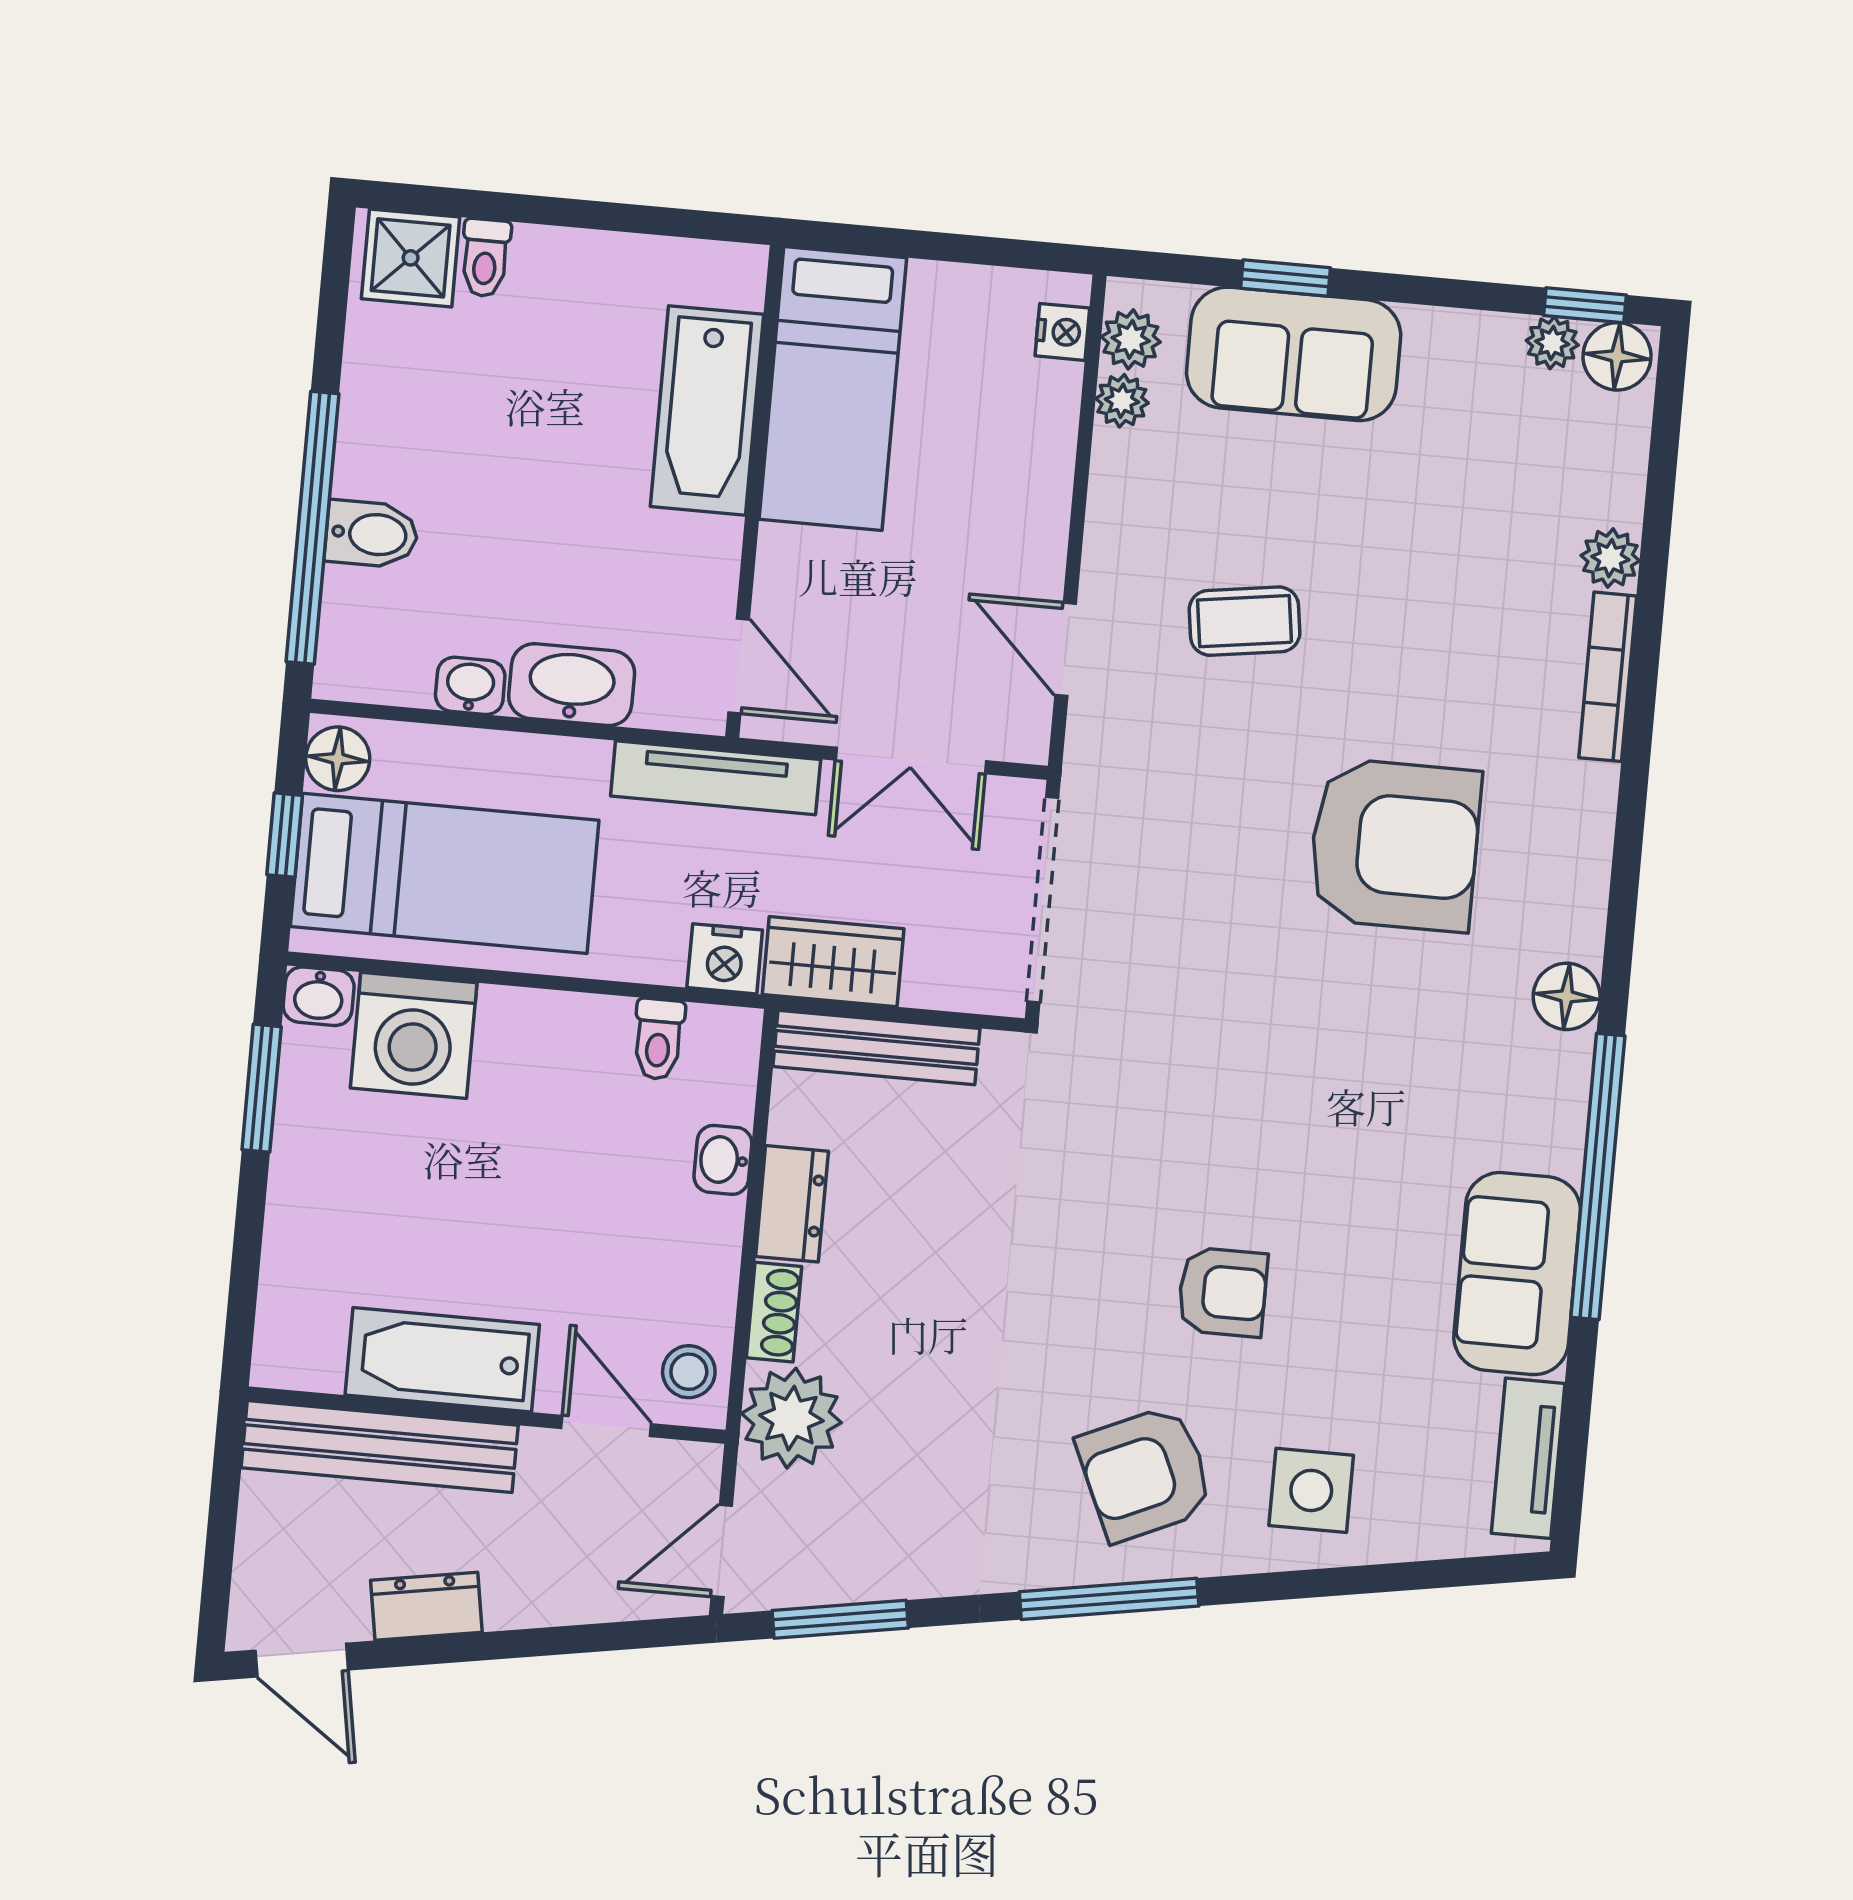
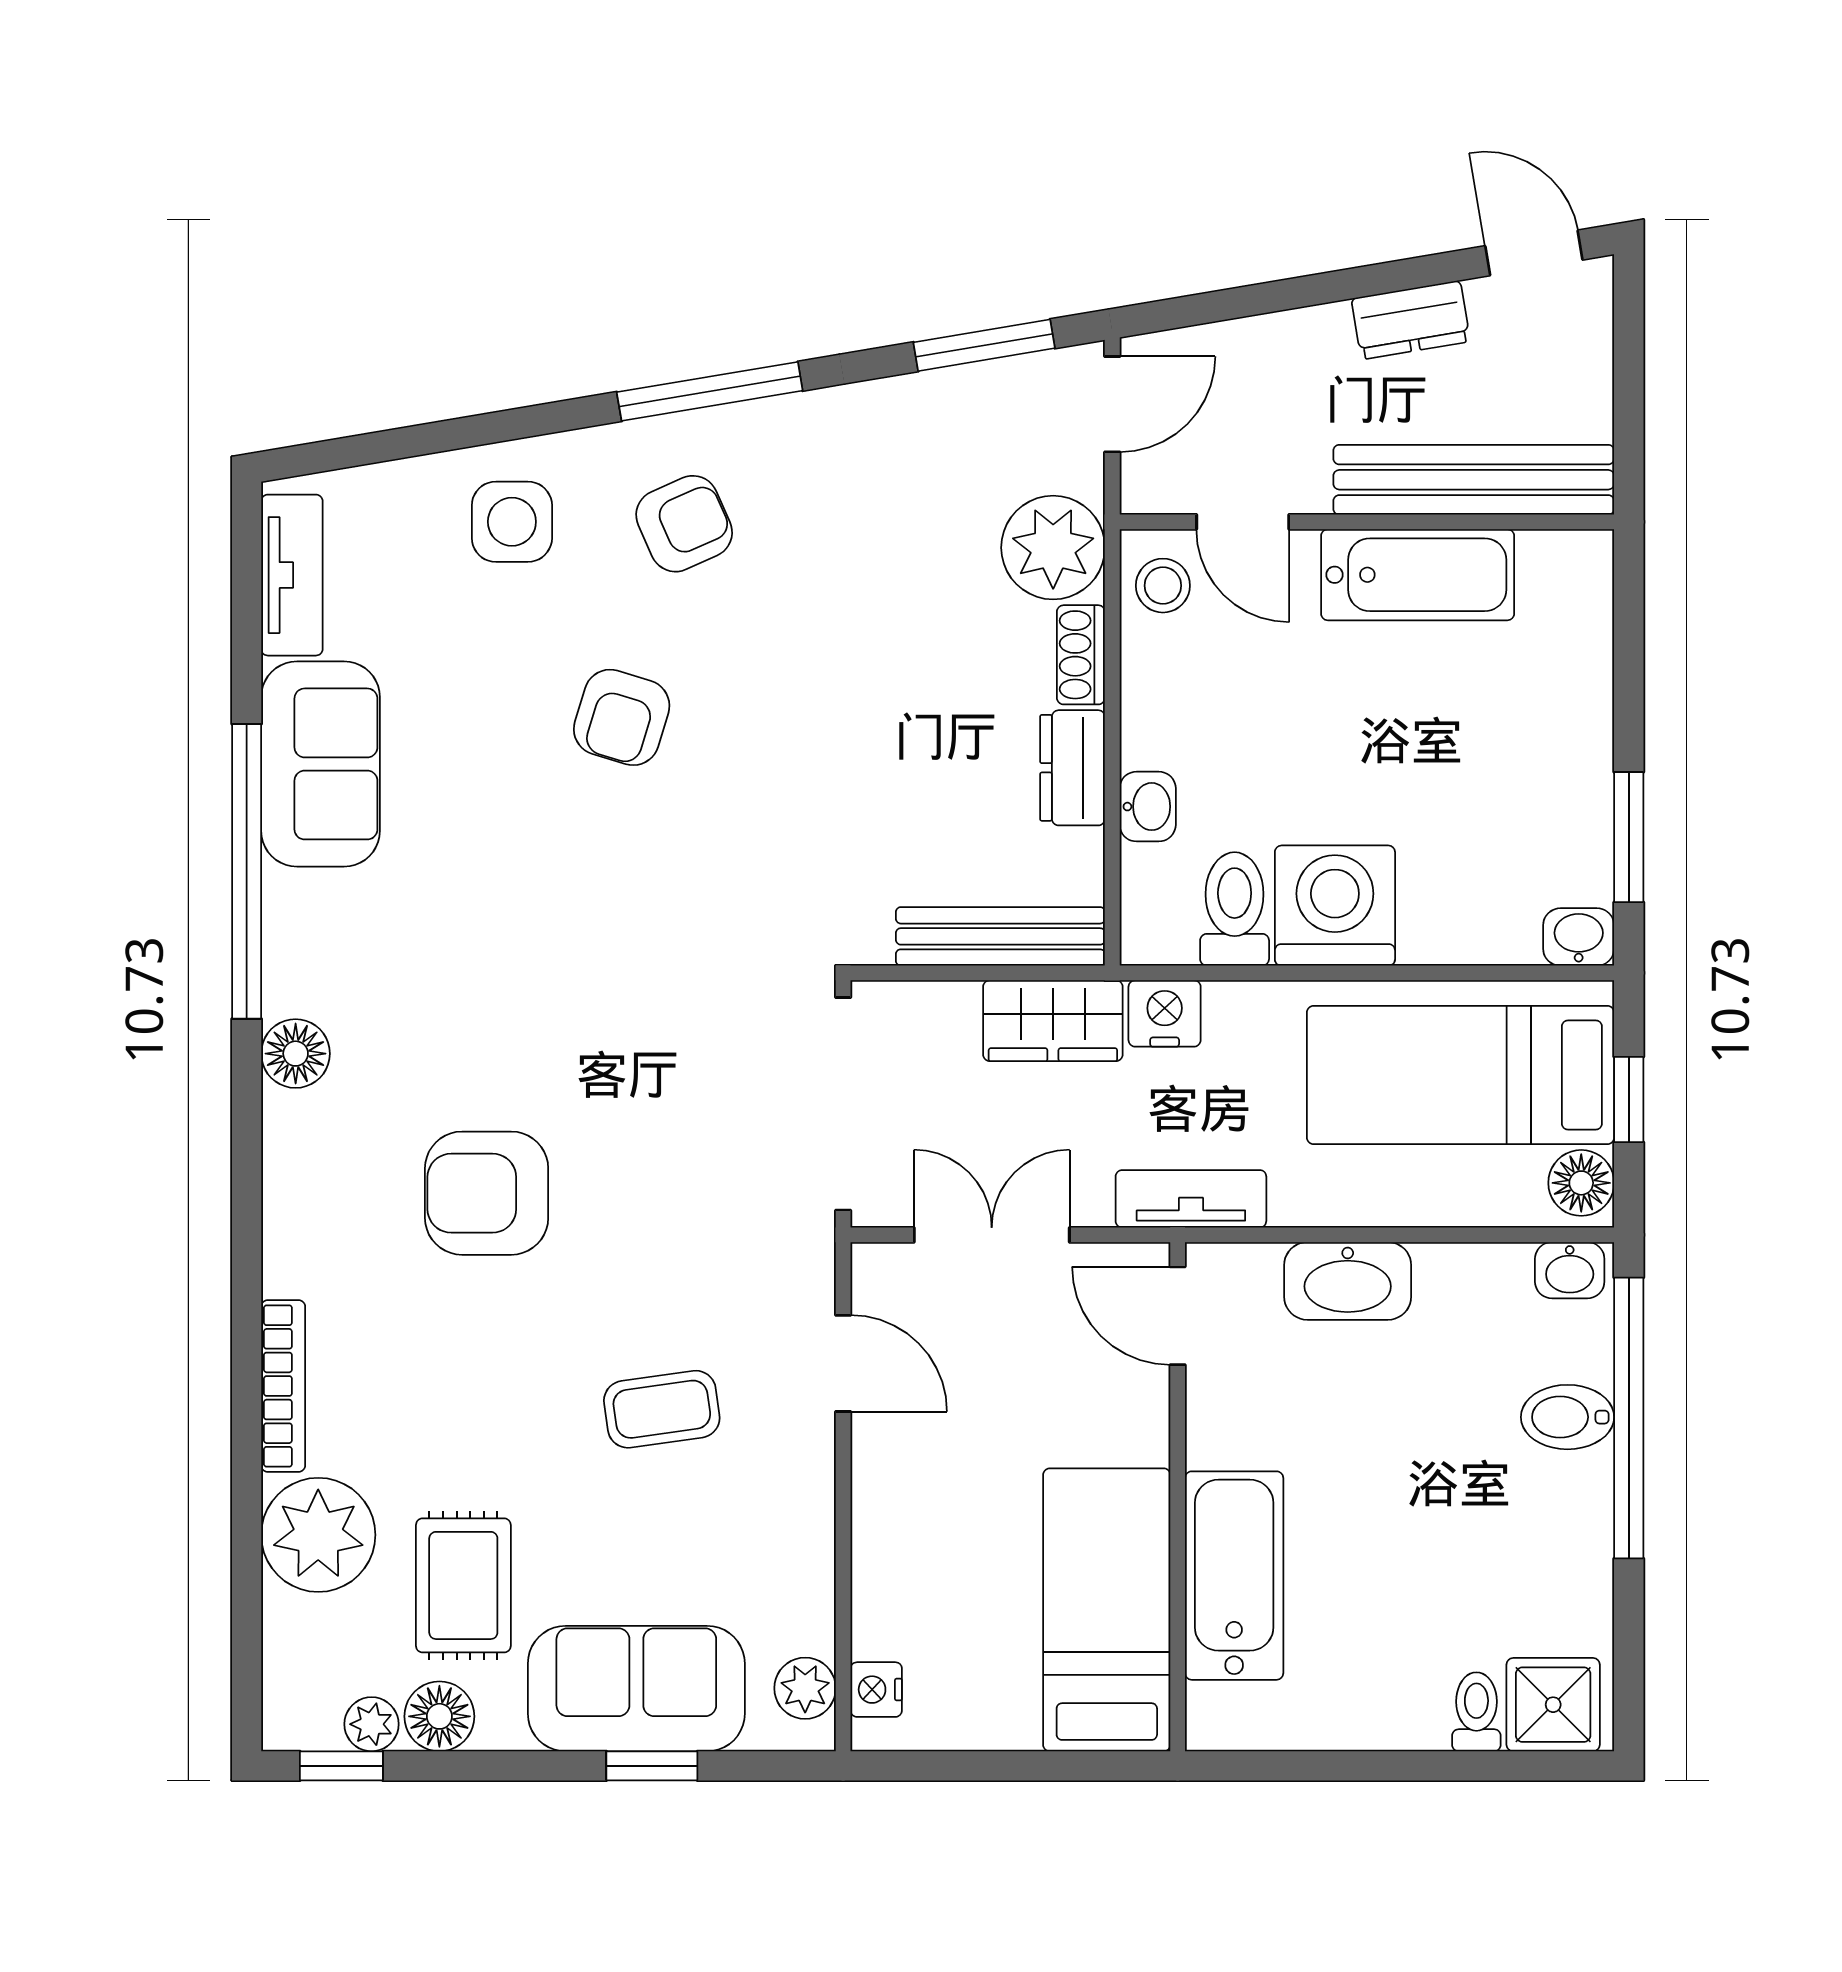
floor lamp: (1617, 356) -> (439, 1716), moved
plant: (1122, 401) -> (808, 1624), removed
rug: (1451, 469) -> (463, 1585), added
plant: (1610, 558) -> (318, 1535), width x1.87, depth x1.87
washbasin: (470, 686) -> (1570, 1270), moved
tv unit: (716, 778) -> (1191, 1199), width x0.71
armchair: (1395, 845) -> (487, 1193), width x0.73, depth x0.73
washing machine: (414, 1035) -> (1335, 906), moved
toilet: (658, 1039) -> (1235, 909), width x1.37, depth x1.39
armchair: (1223, 1292) -> (622, 717), turned -73
armchair: (1145, 1473) -> (684, 524), width x0.72, depth x0.72

